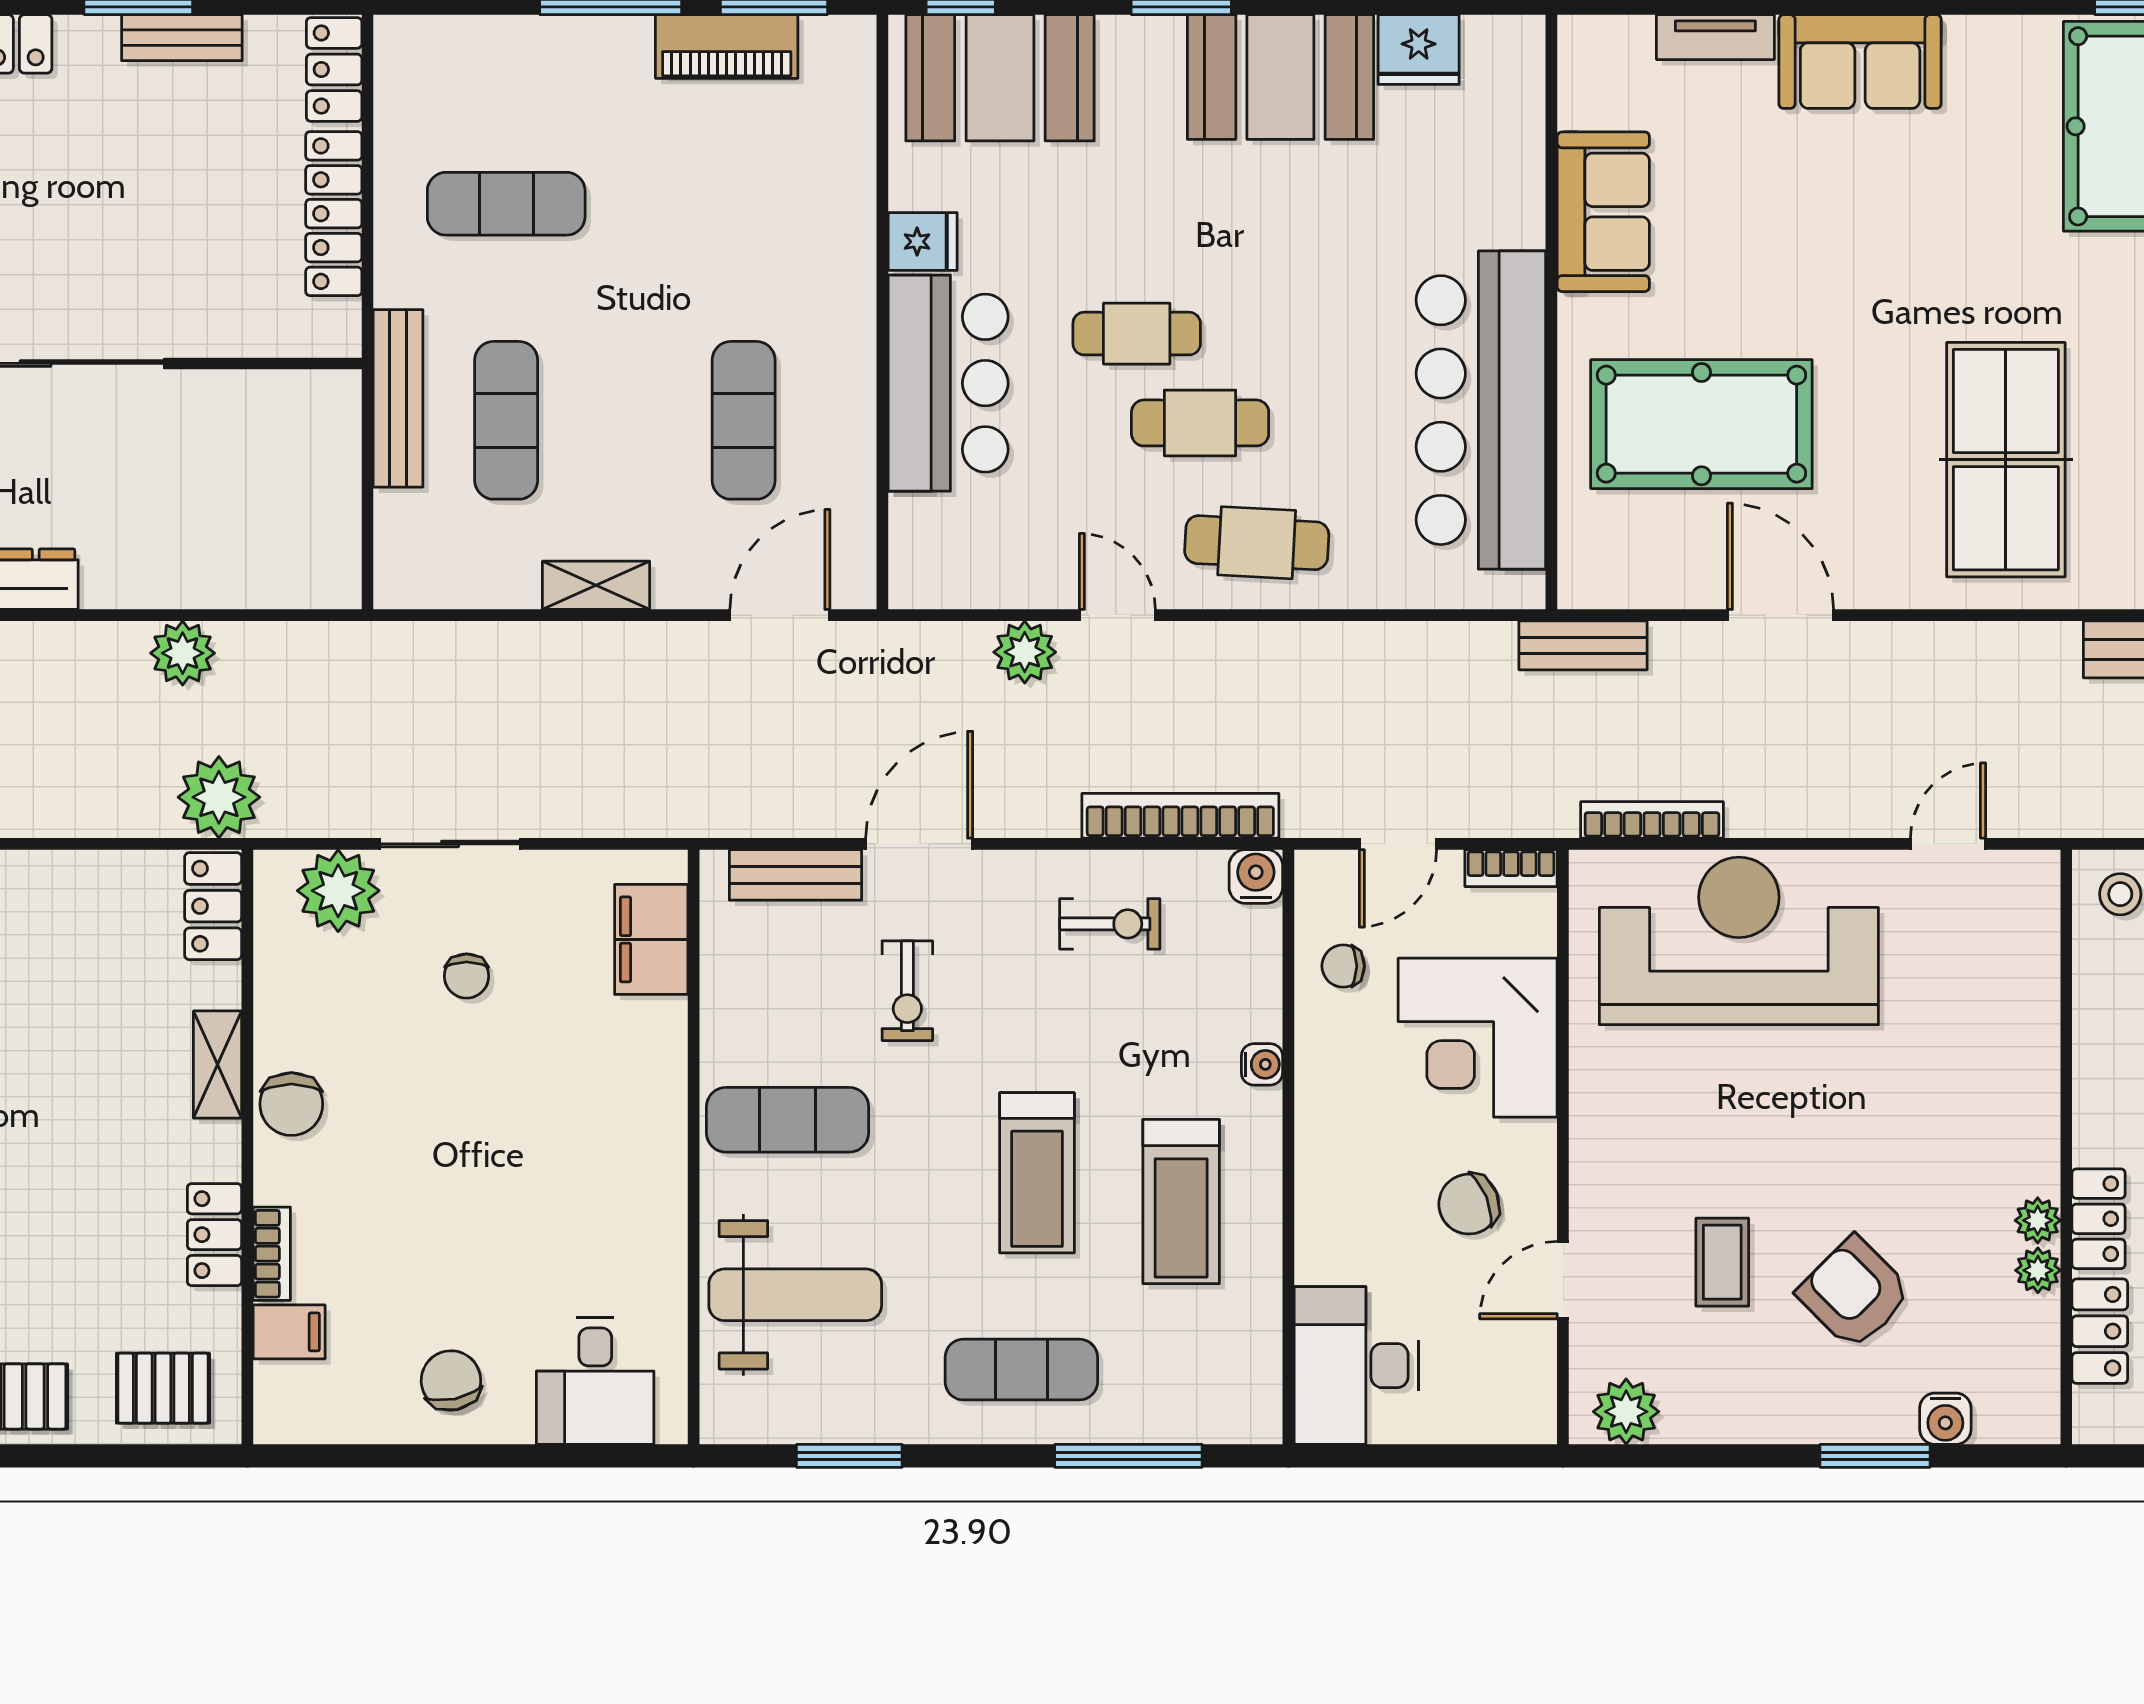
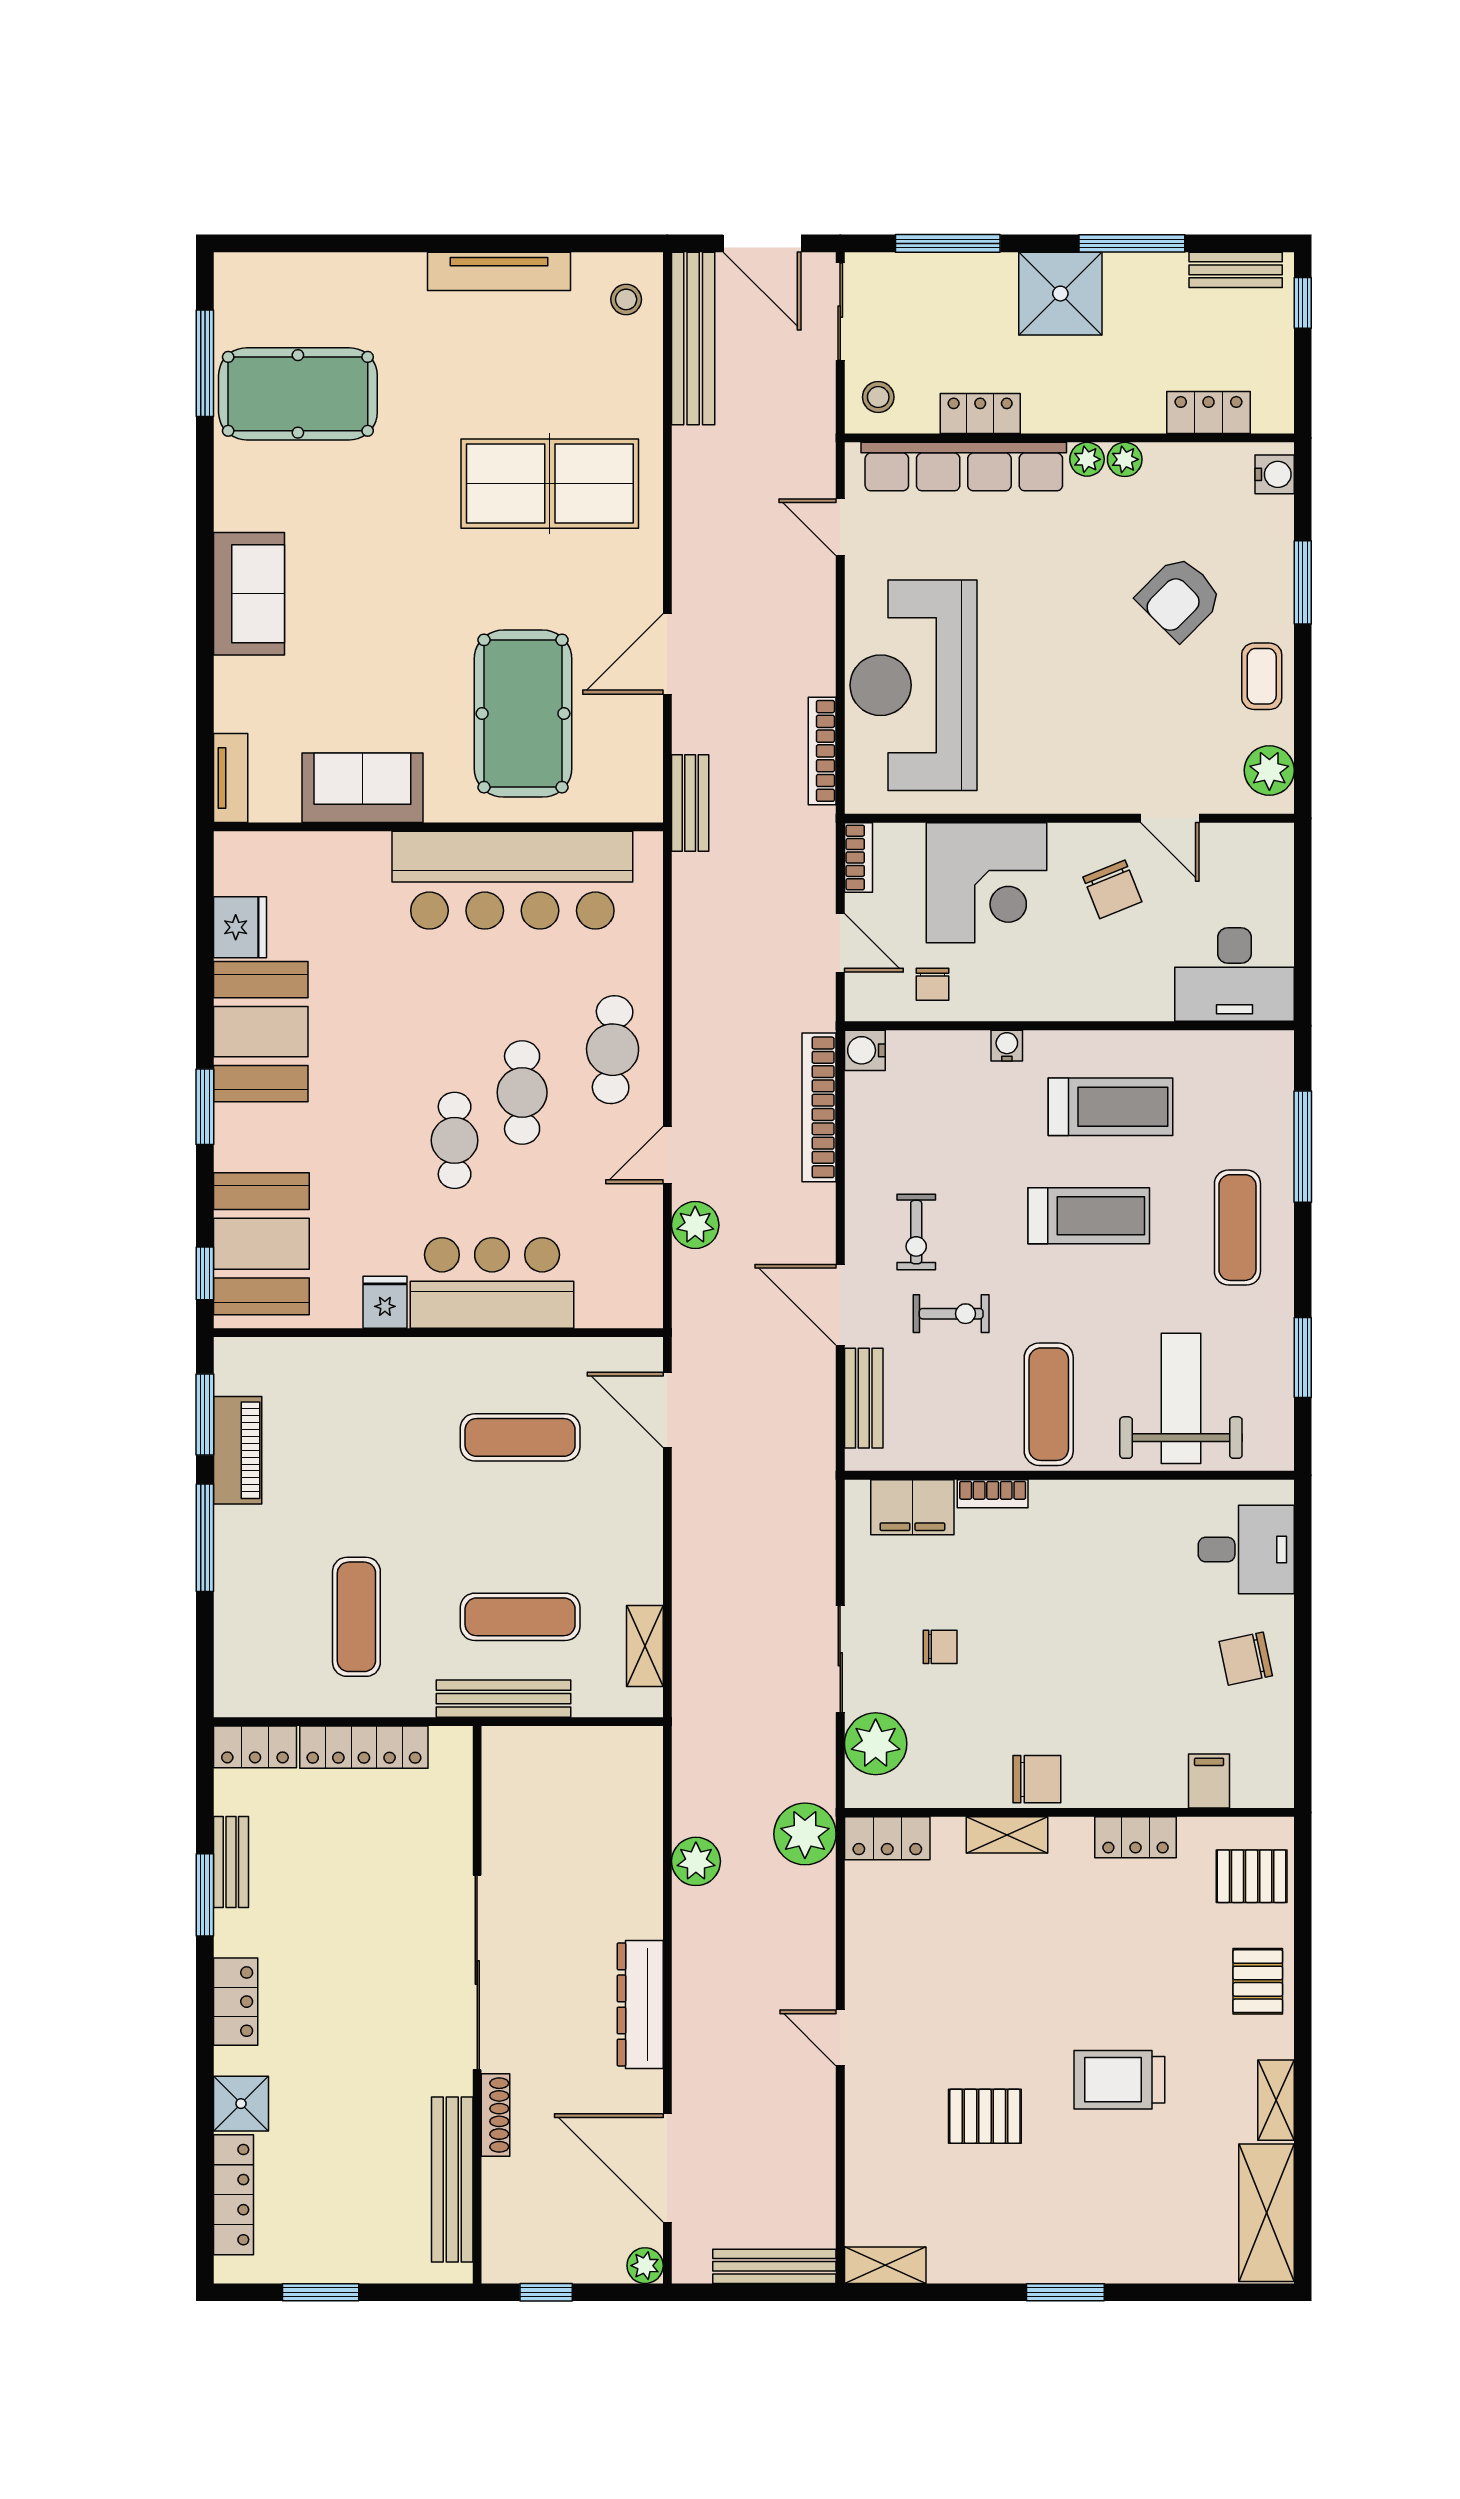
tv unit: (1715, 37) -> (231, 778), moved
shelving: (596, 585) -> (645, 1646), moved
exercise bike: (1110, 924) -> (916, 1232), moved, turned 180
row of seats: (2028, 1007) -> (964, 467), added
locker: (2099, 1219) -> (980, 413), moved
bookcase: (272, 1254) -> (993, 1494), moved, turned 180
coffee table: (1722, 1262) -> (1262, 676), moved, turned 90
plant: (2038, 1270) -> (1087, 459), moved
pallet: (163, 1388) -> (1252, 1876), turned 90
water cooler: (1945, 1419) -> (1275, 474), moved

